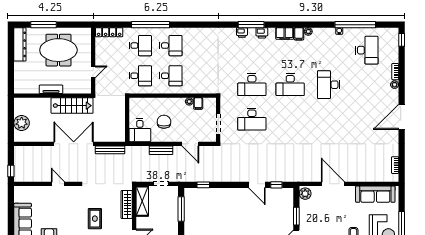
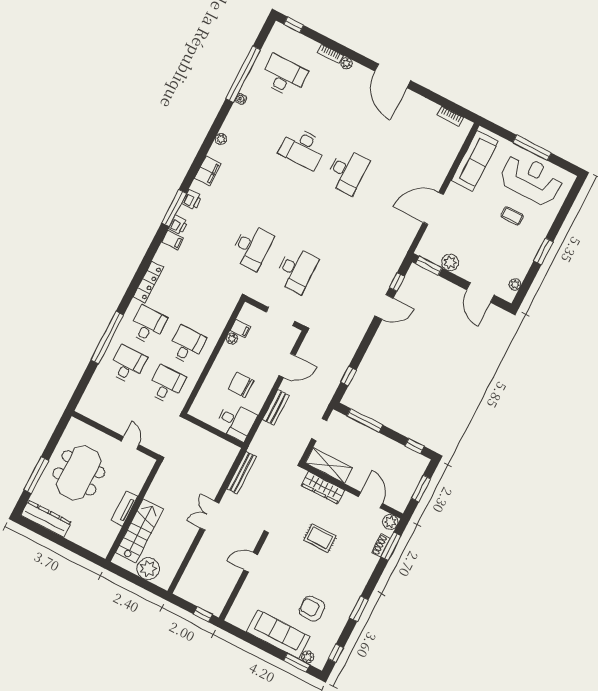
locker: (109, 32) -> (148, 282), moved
filing cabinet: (299, 34) -> (173, 240), moved
desk: (290, 85) -> (347, 171), moved
stairs: (72, 106) -> (139, 531), moved
double door: (74, 144) -> (209, 516), width x0.54
plant: (305, 194) -> (450, 262), moved
window: (296, 216) -> (429, 266), moved

